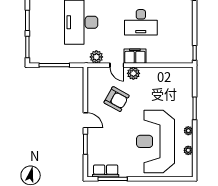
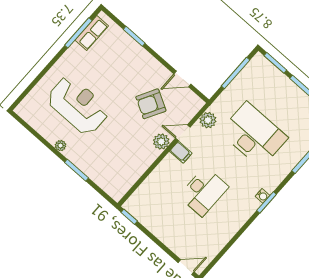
desk: (141, 22) -> (204, 192), turned 180
filing cabinet: (135, 56) -> (181, 152), width x0.50
door: (85, 120) -> (182, 79), moved
reception desk: (156, 141) -> (78, 105), width x0.74, depth x0.77
plant: (188, 150) -> (42, 129), removed

